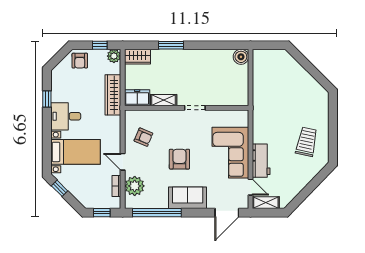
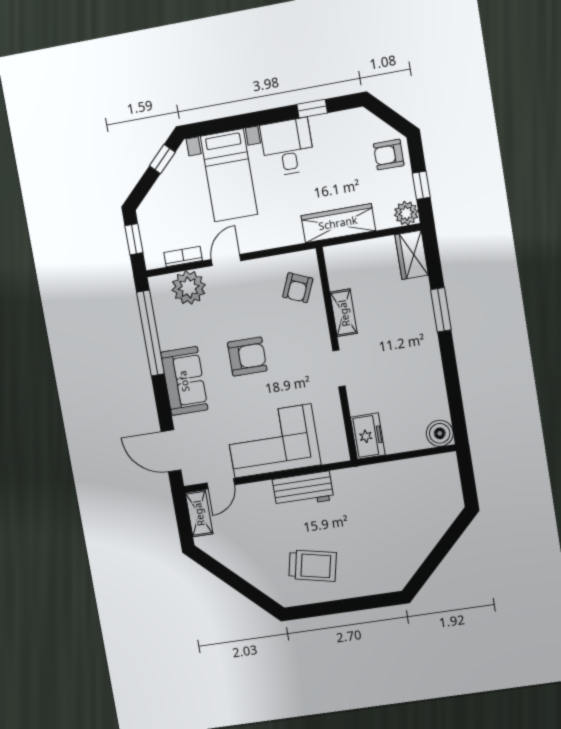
freezer: (137, 98) -> (368, 436), moved
armchair: (143, 137) -> (298, 288), moved
workbench: (261, 161) -> (303, 489), moved

